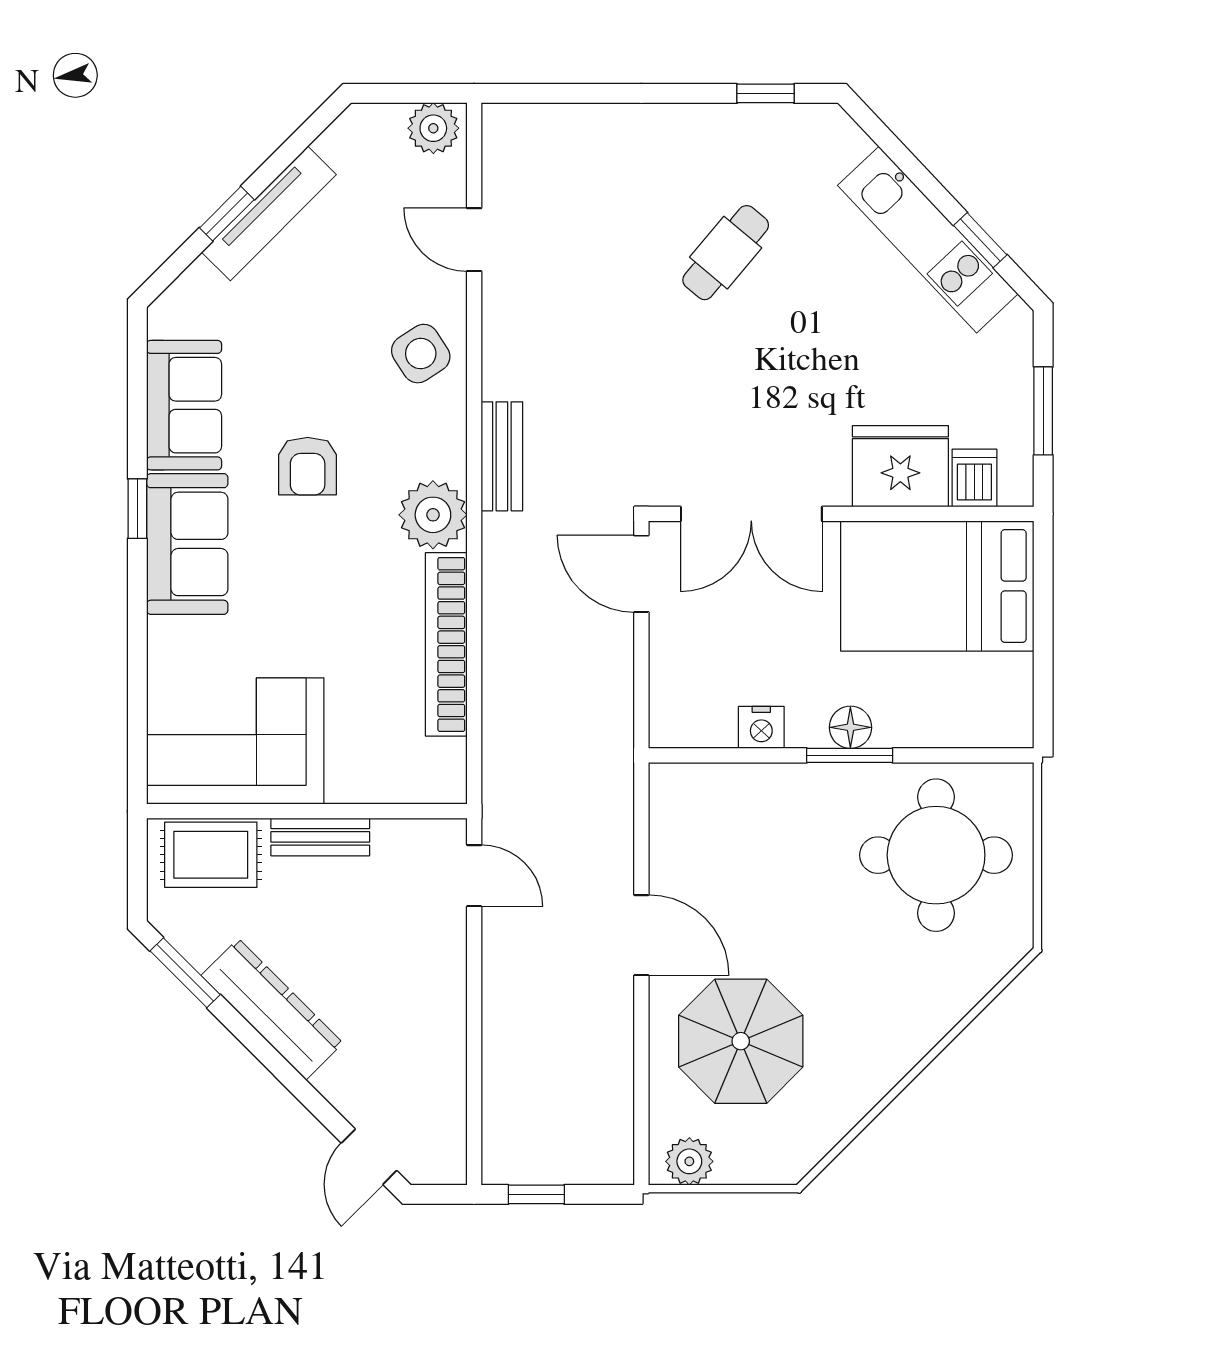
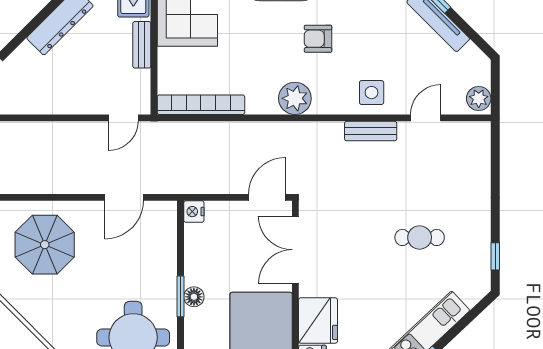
cafe table: (726, 253) -> (420, 237), turned -40
side table: (421, 354) -> (372, 93), turned 33
bench: (502, 456) -> (371, 131), moved
bookcase: (446, 644) -> (201, 105), moved
nightstand: (761, 727) -> (194, 212), moved
door: (641, 935) -> (124, 197), moved

